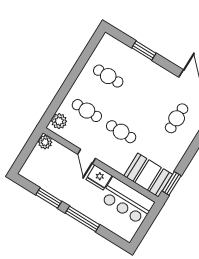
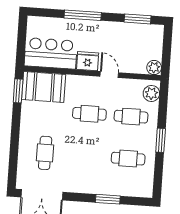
window: (72, 77) -> (161, 140), added
window: (49, 198) -> (138, 19), moved

